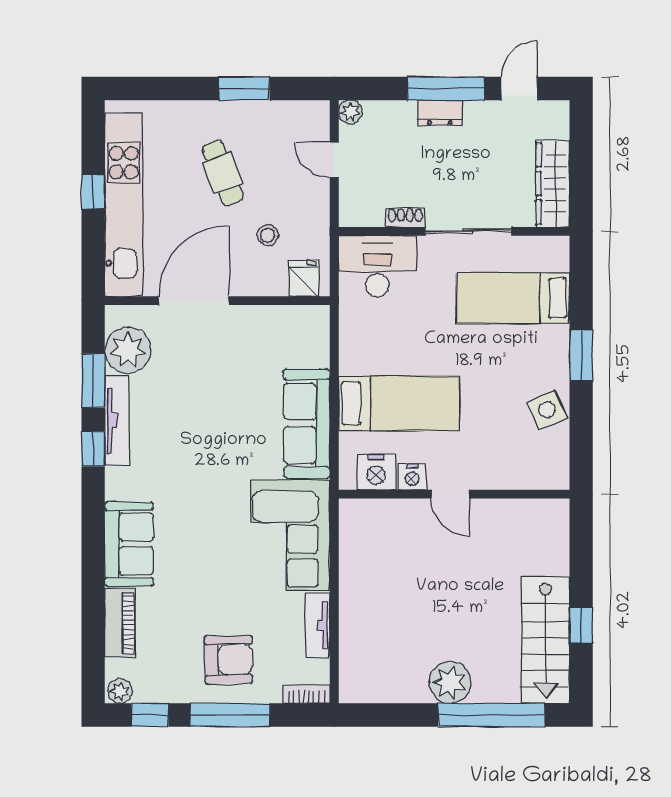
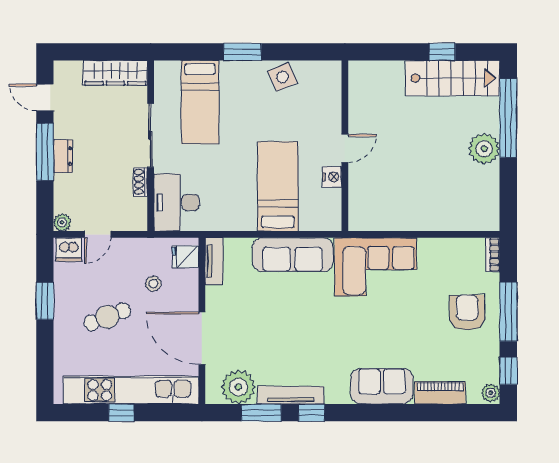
dishwasher: (314, 121) -> (69, 249), added
nightstand: (376, 472) -> (329, 203), removed
tv unit: (318, 625) -> (214, 261), moved, turned -90

